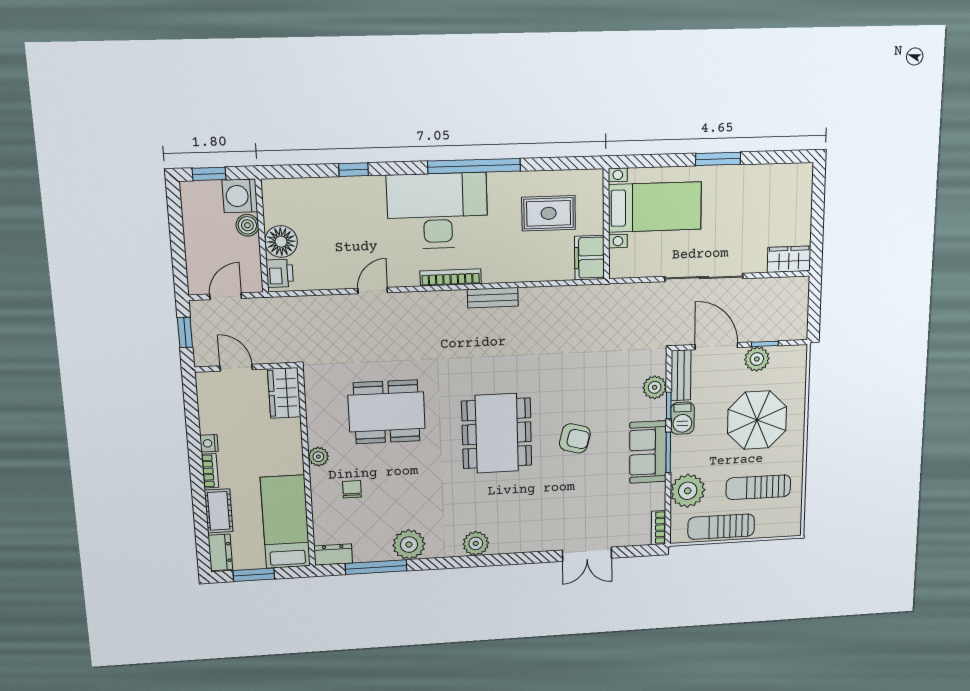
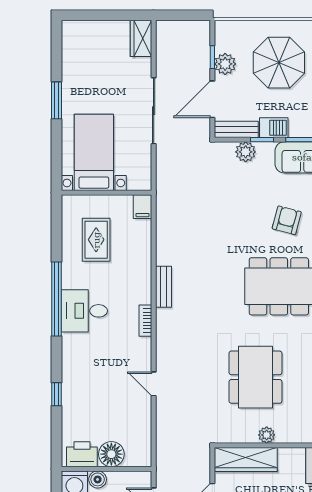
desk: (437, 211) -> (84, 311), width x0.53, depth x0.77
filing cabinet: (589, 258) -> (143, 207), width x0.50
printer: (280, 273) -> (82, 454), moved, width x1.36, depth x1.24
bookcase: (451, 277) -> (145, 321), width x0.64
wardrobe: (284, 393) -> (246, 459), width x1.50
plant: (318, 457) -> (267, 435), moved

